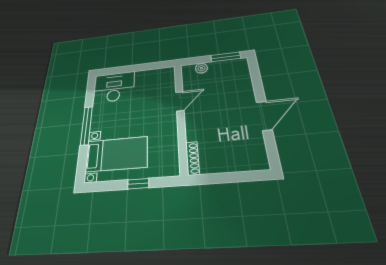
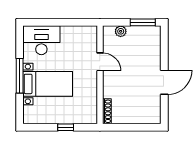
door: (180, 101) -> (100, 62), hinge flipped
bed with nightstands: (116, 154) -> (48, 84), moved

